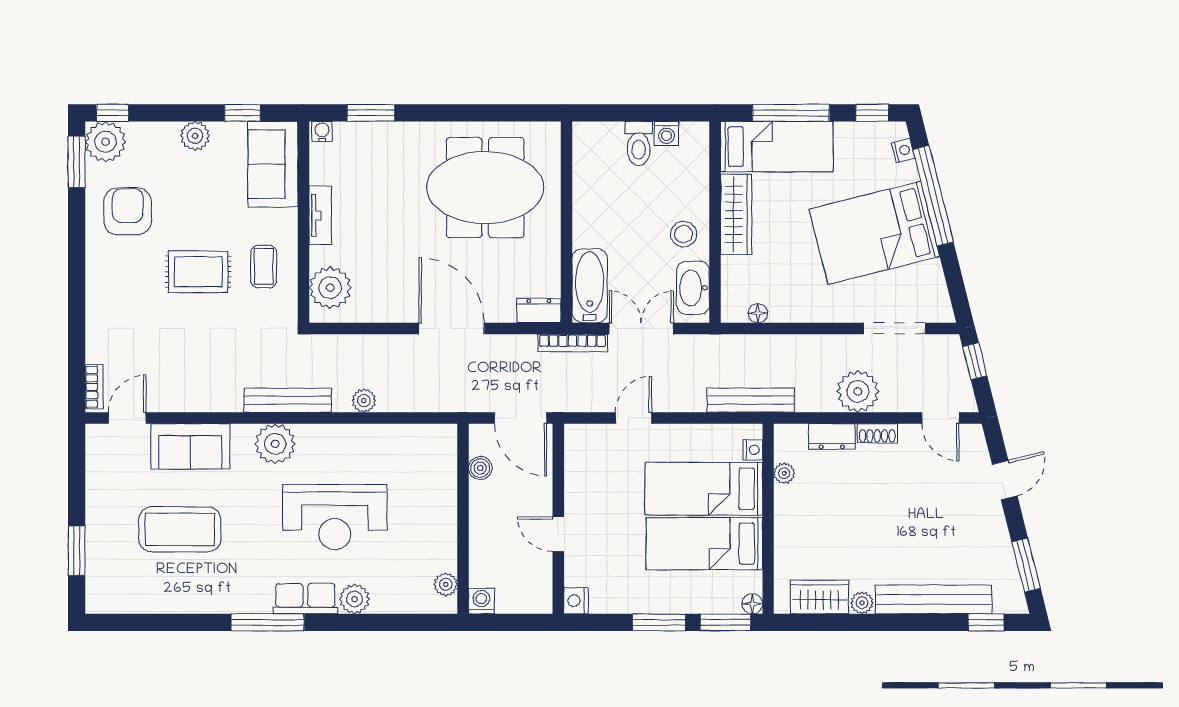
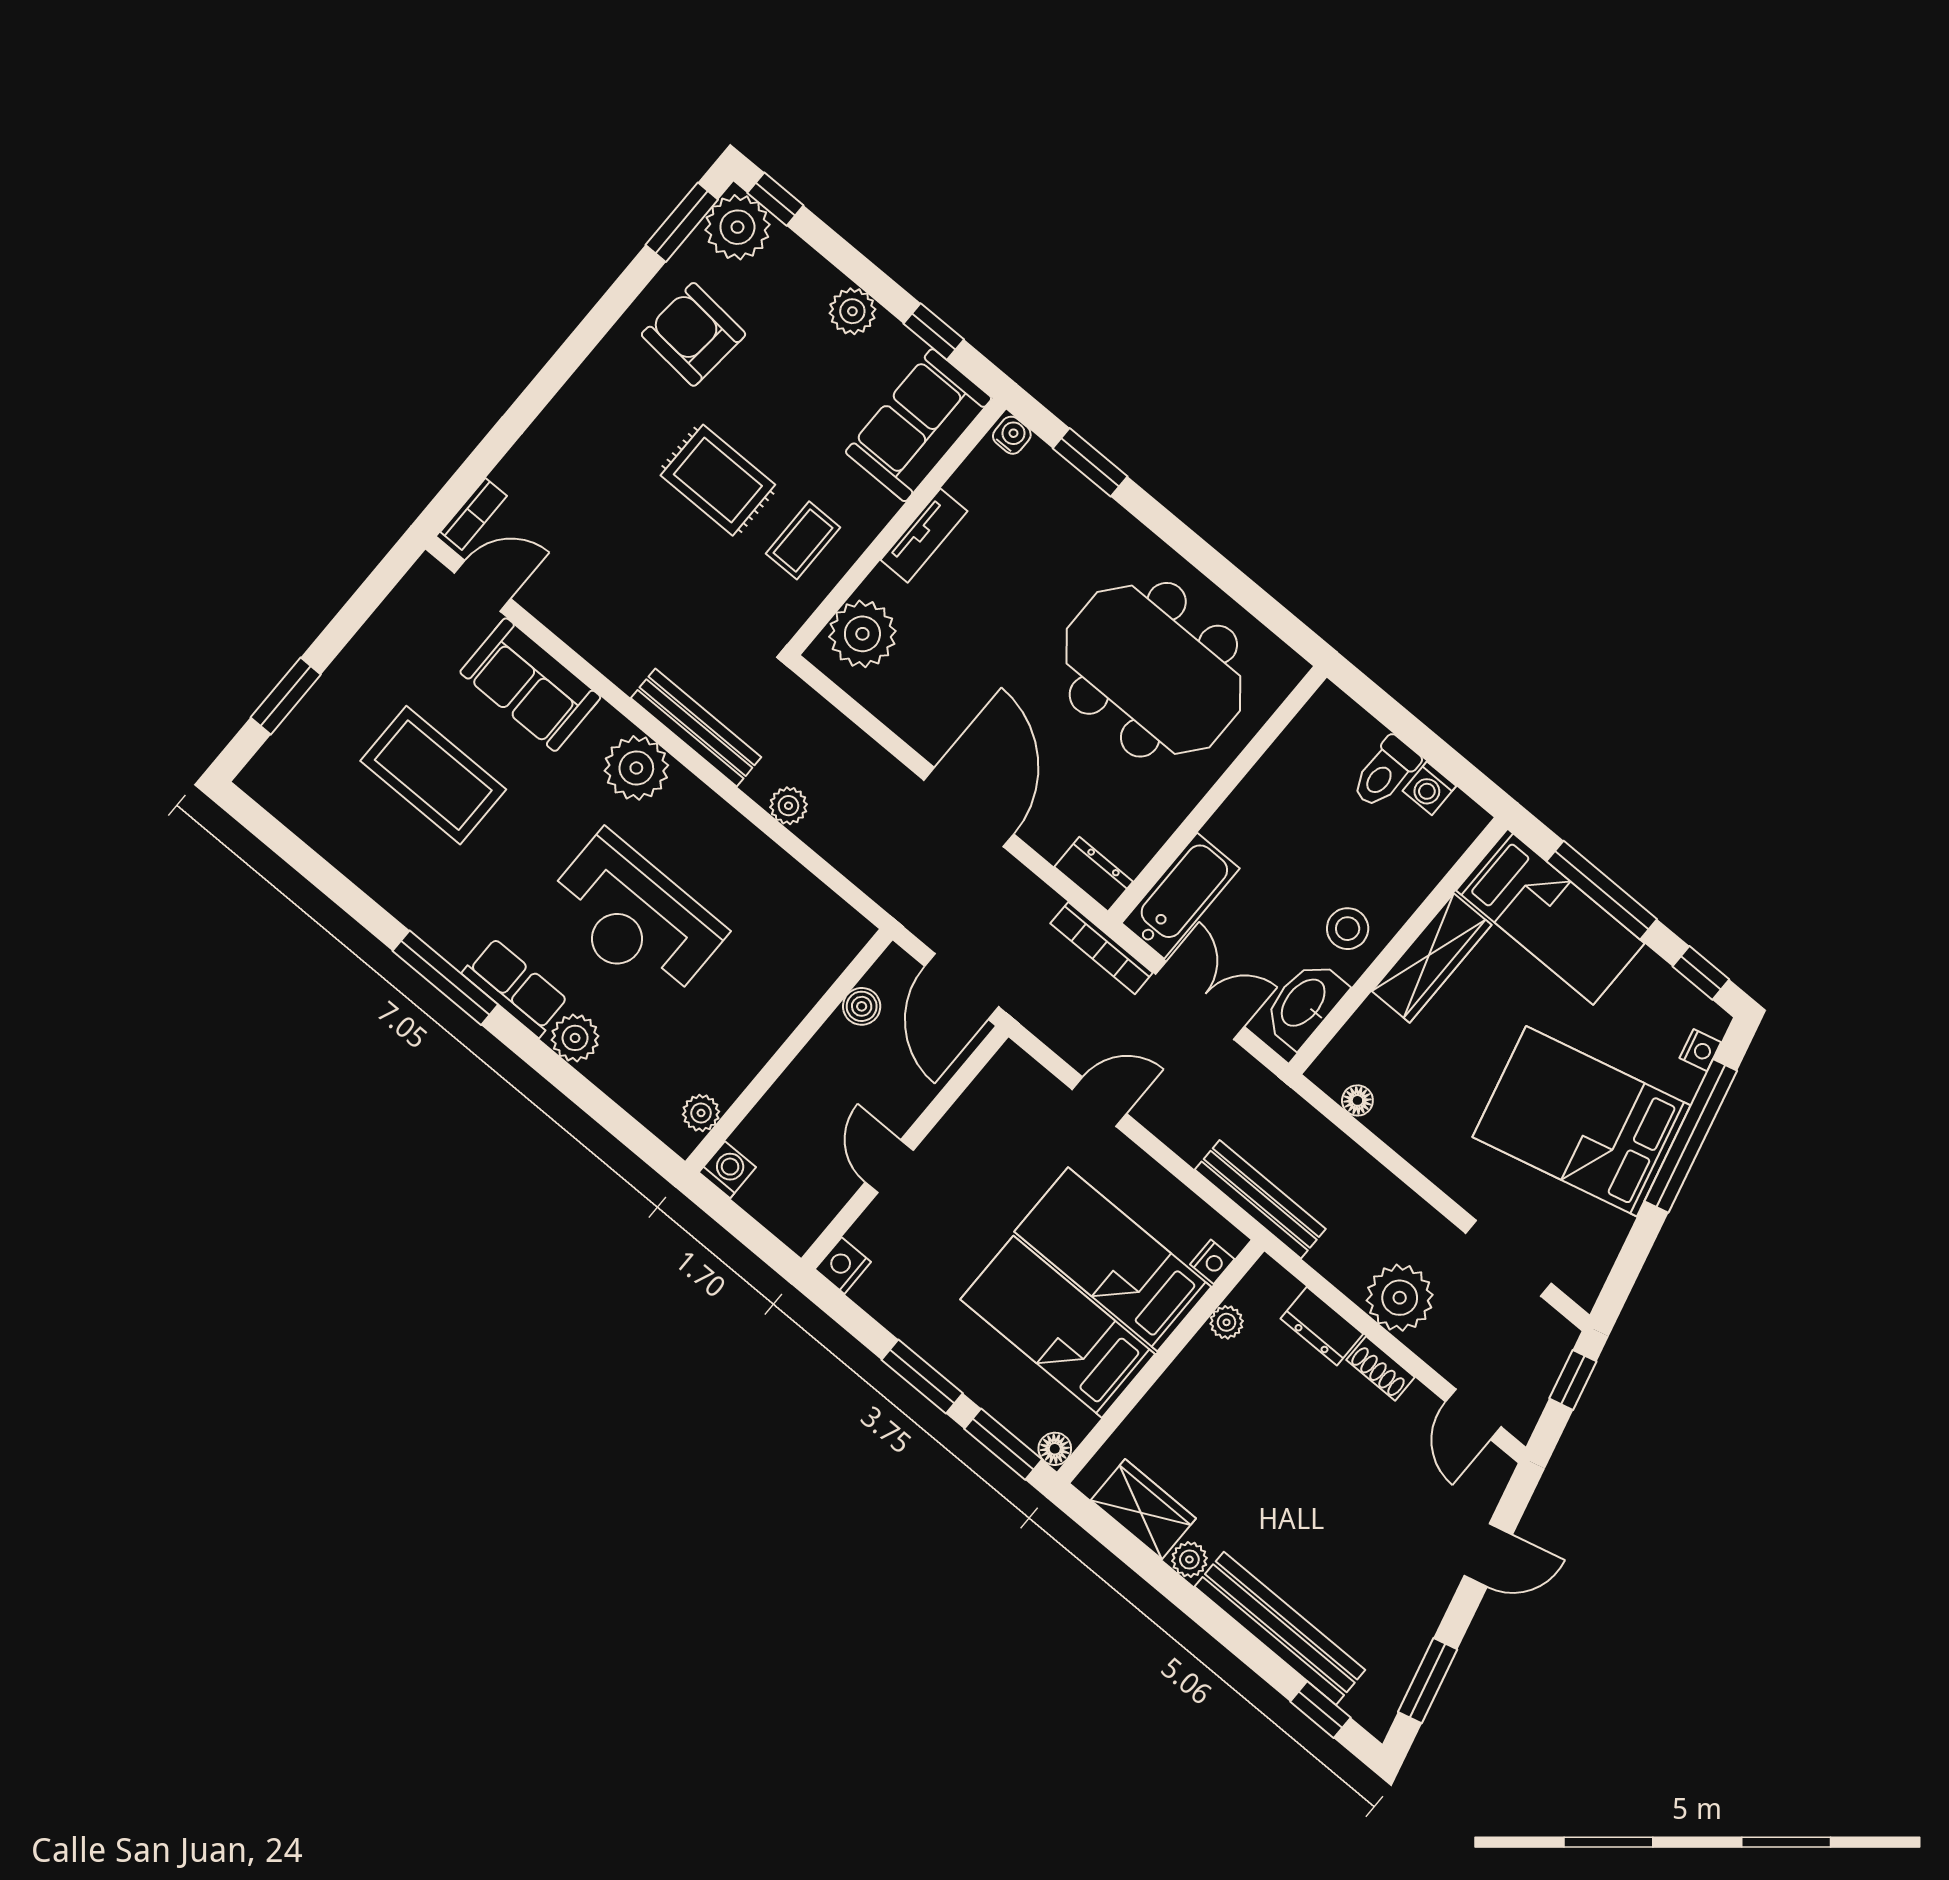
armchair: (128, 211) -> (694, 334), turned -85

